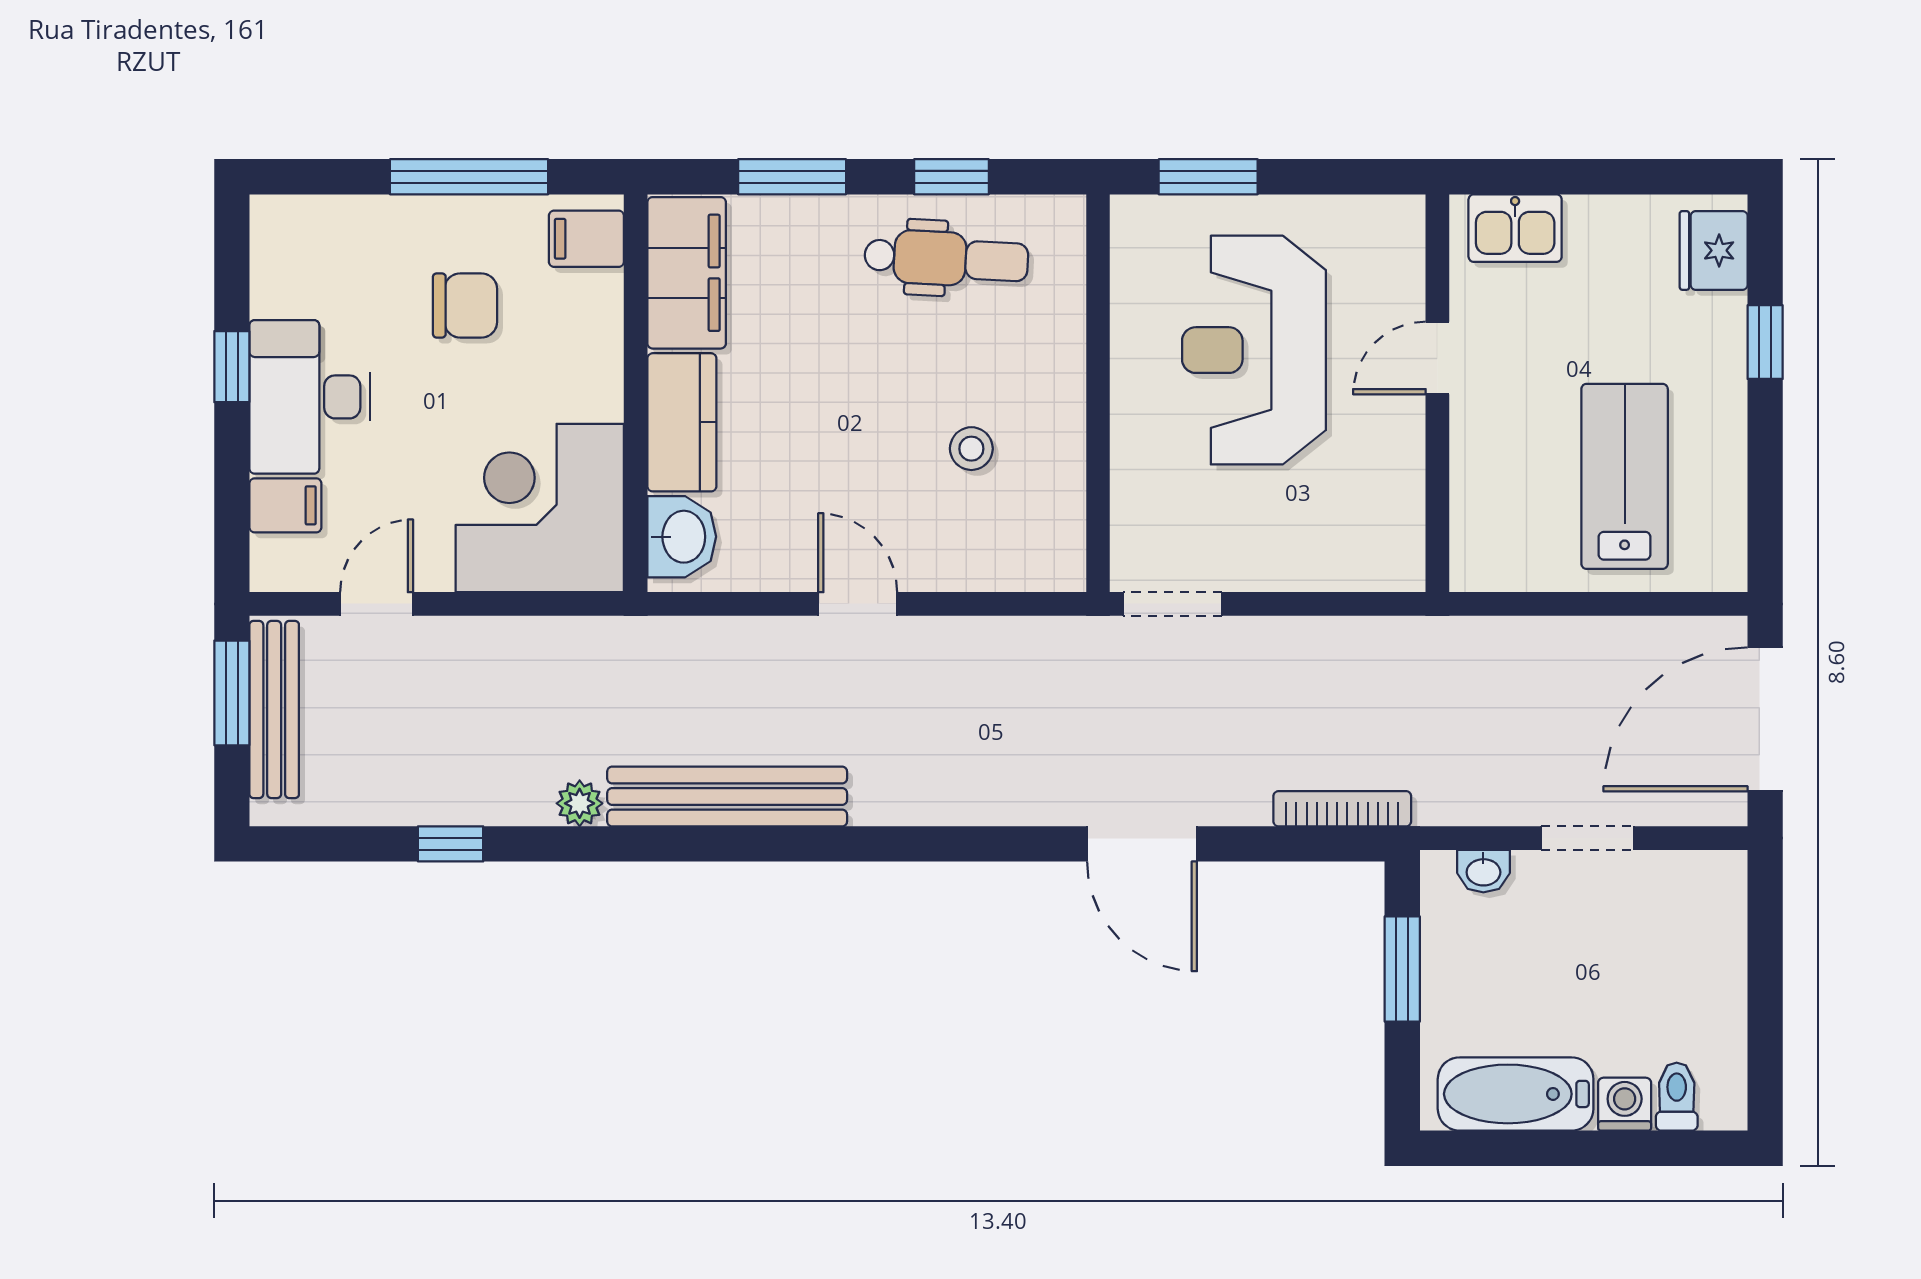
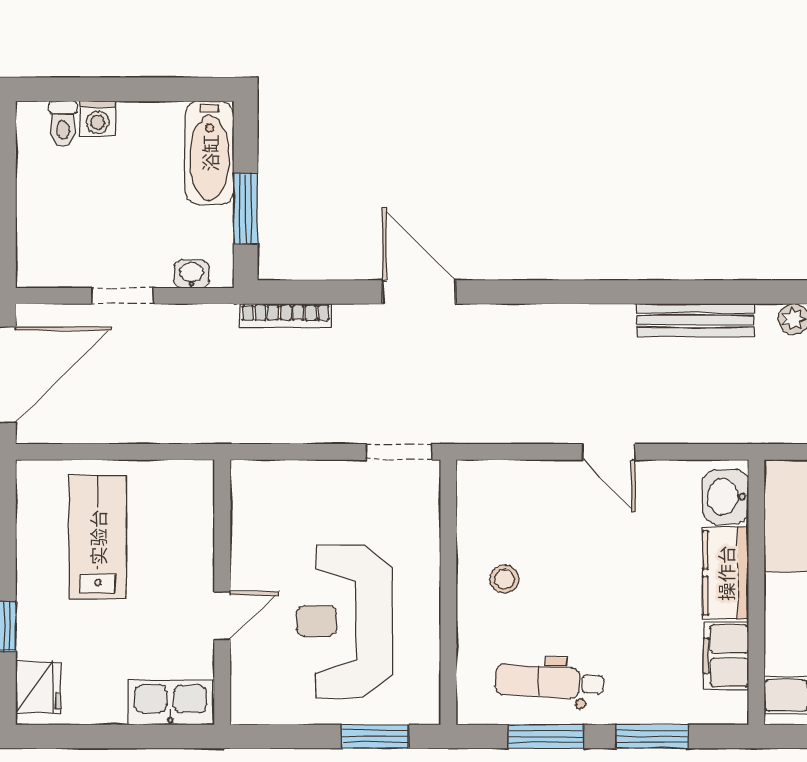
window: (951, 177) -> (546, 736), width x1.50
kitchen sink: (1515, 228) -> (170, 702), width x1.38
filing cabinet: (687, 273) -> (726, 656), width x0.67, depth x0.86
reception desk: (1254, 350) -> (344, 621), turned 180
stool: (971, 449) -> (504, 579), moved
lab bench: (1625, 476) -> (98, 537), turned 180
bench: (727, 797) -> (695, 320), width x0.73, depth x0.82
bathtub: (1516, 1094) -> (210, 153), moved, turned 90

